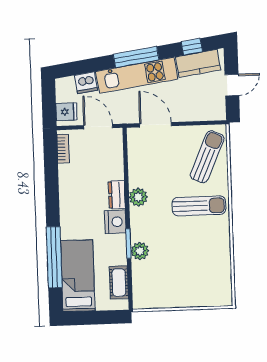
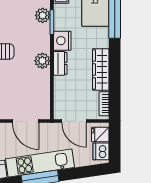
dishwasher: (86, 83) -> (101, 151), moved, turned -82
wardrobe: (68, 189) -> (101, 69), added

